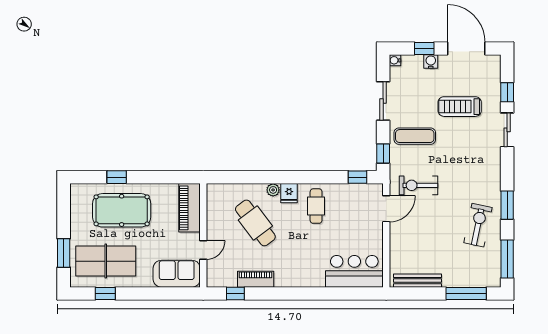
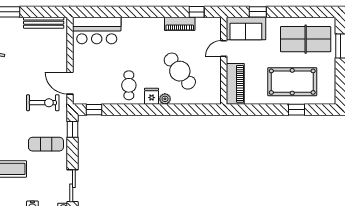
sliding door: (383, 101) -> (73, 186), moved
door: (386, 209) -> (70, 83), hinge flipped
window: (105, 293) -> (258, 12), moved

